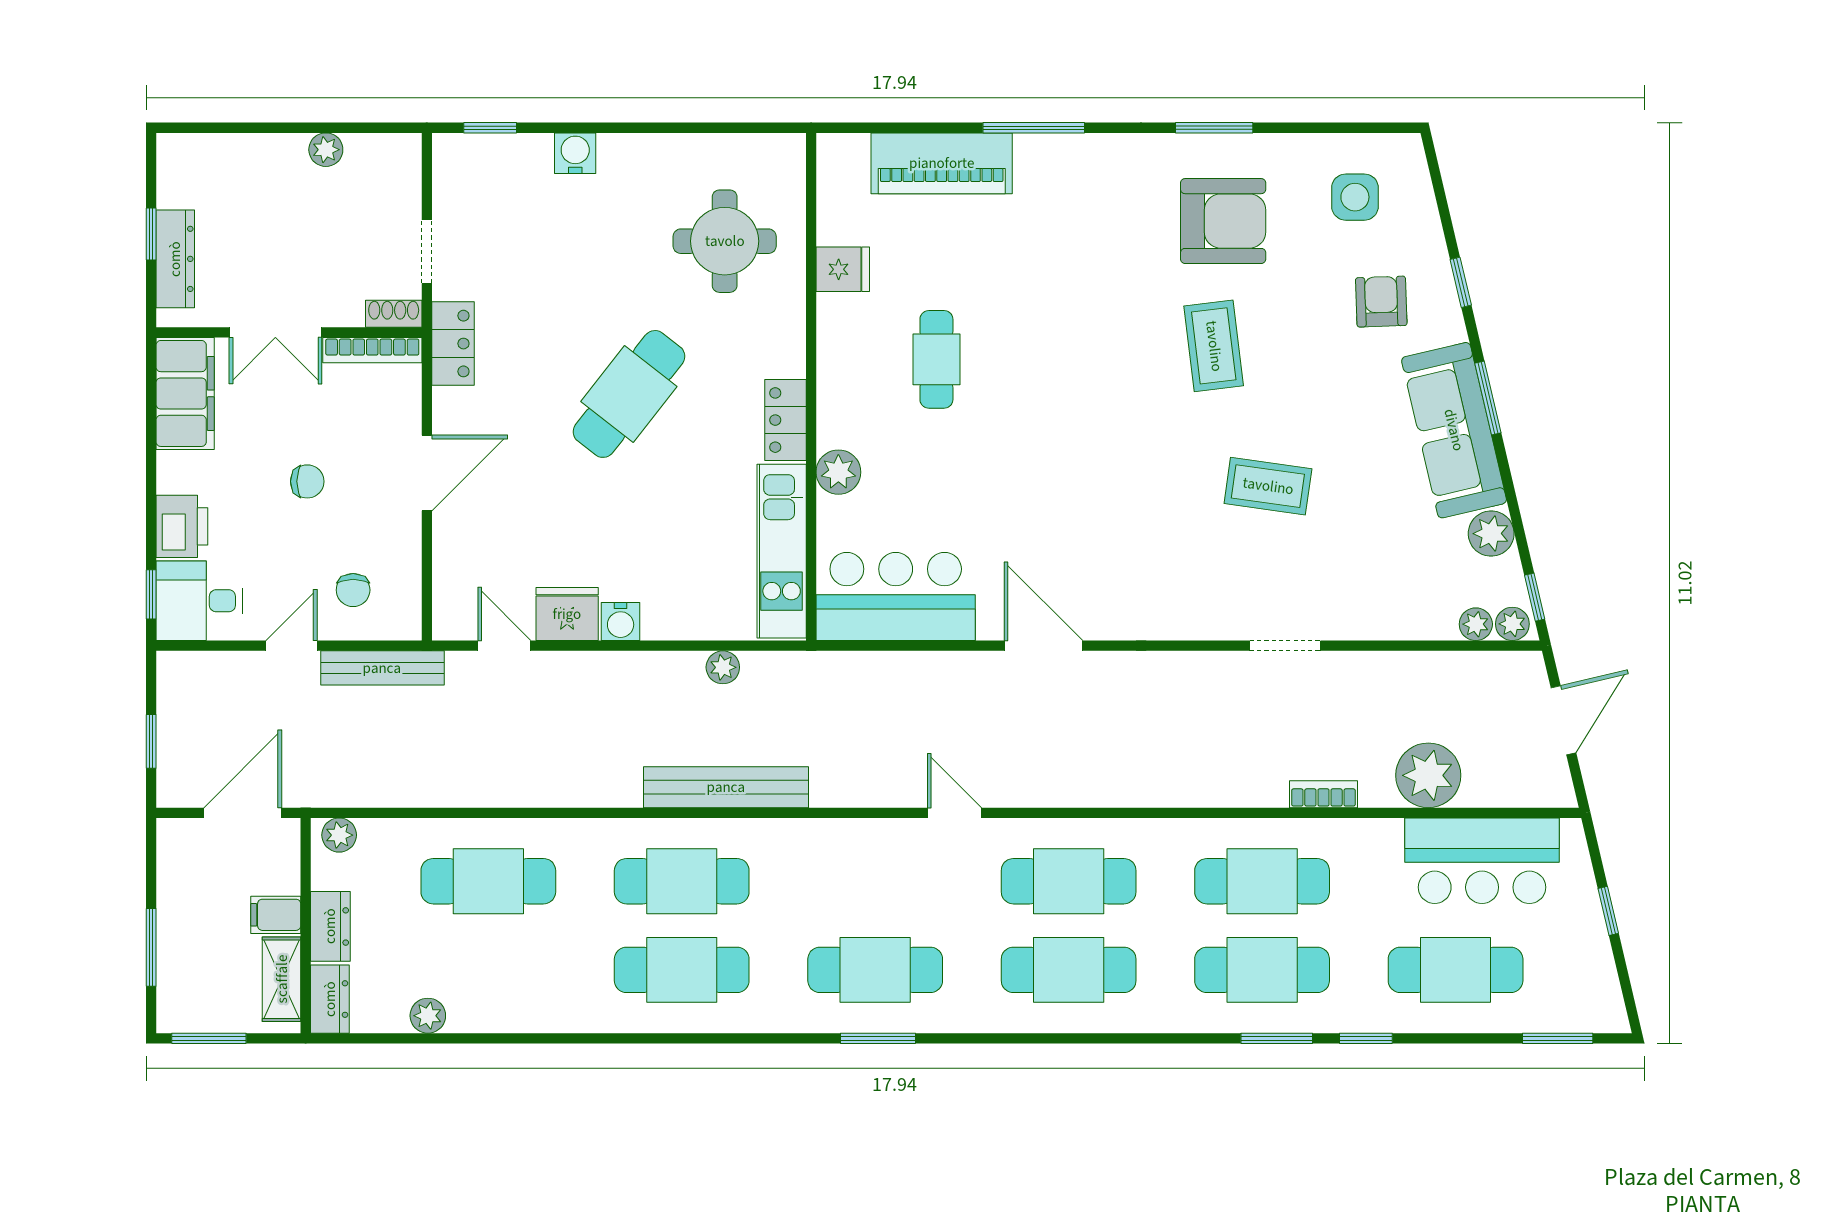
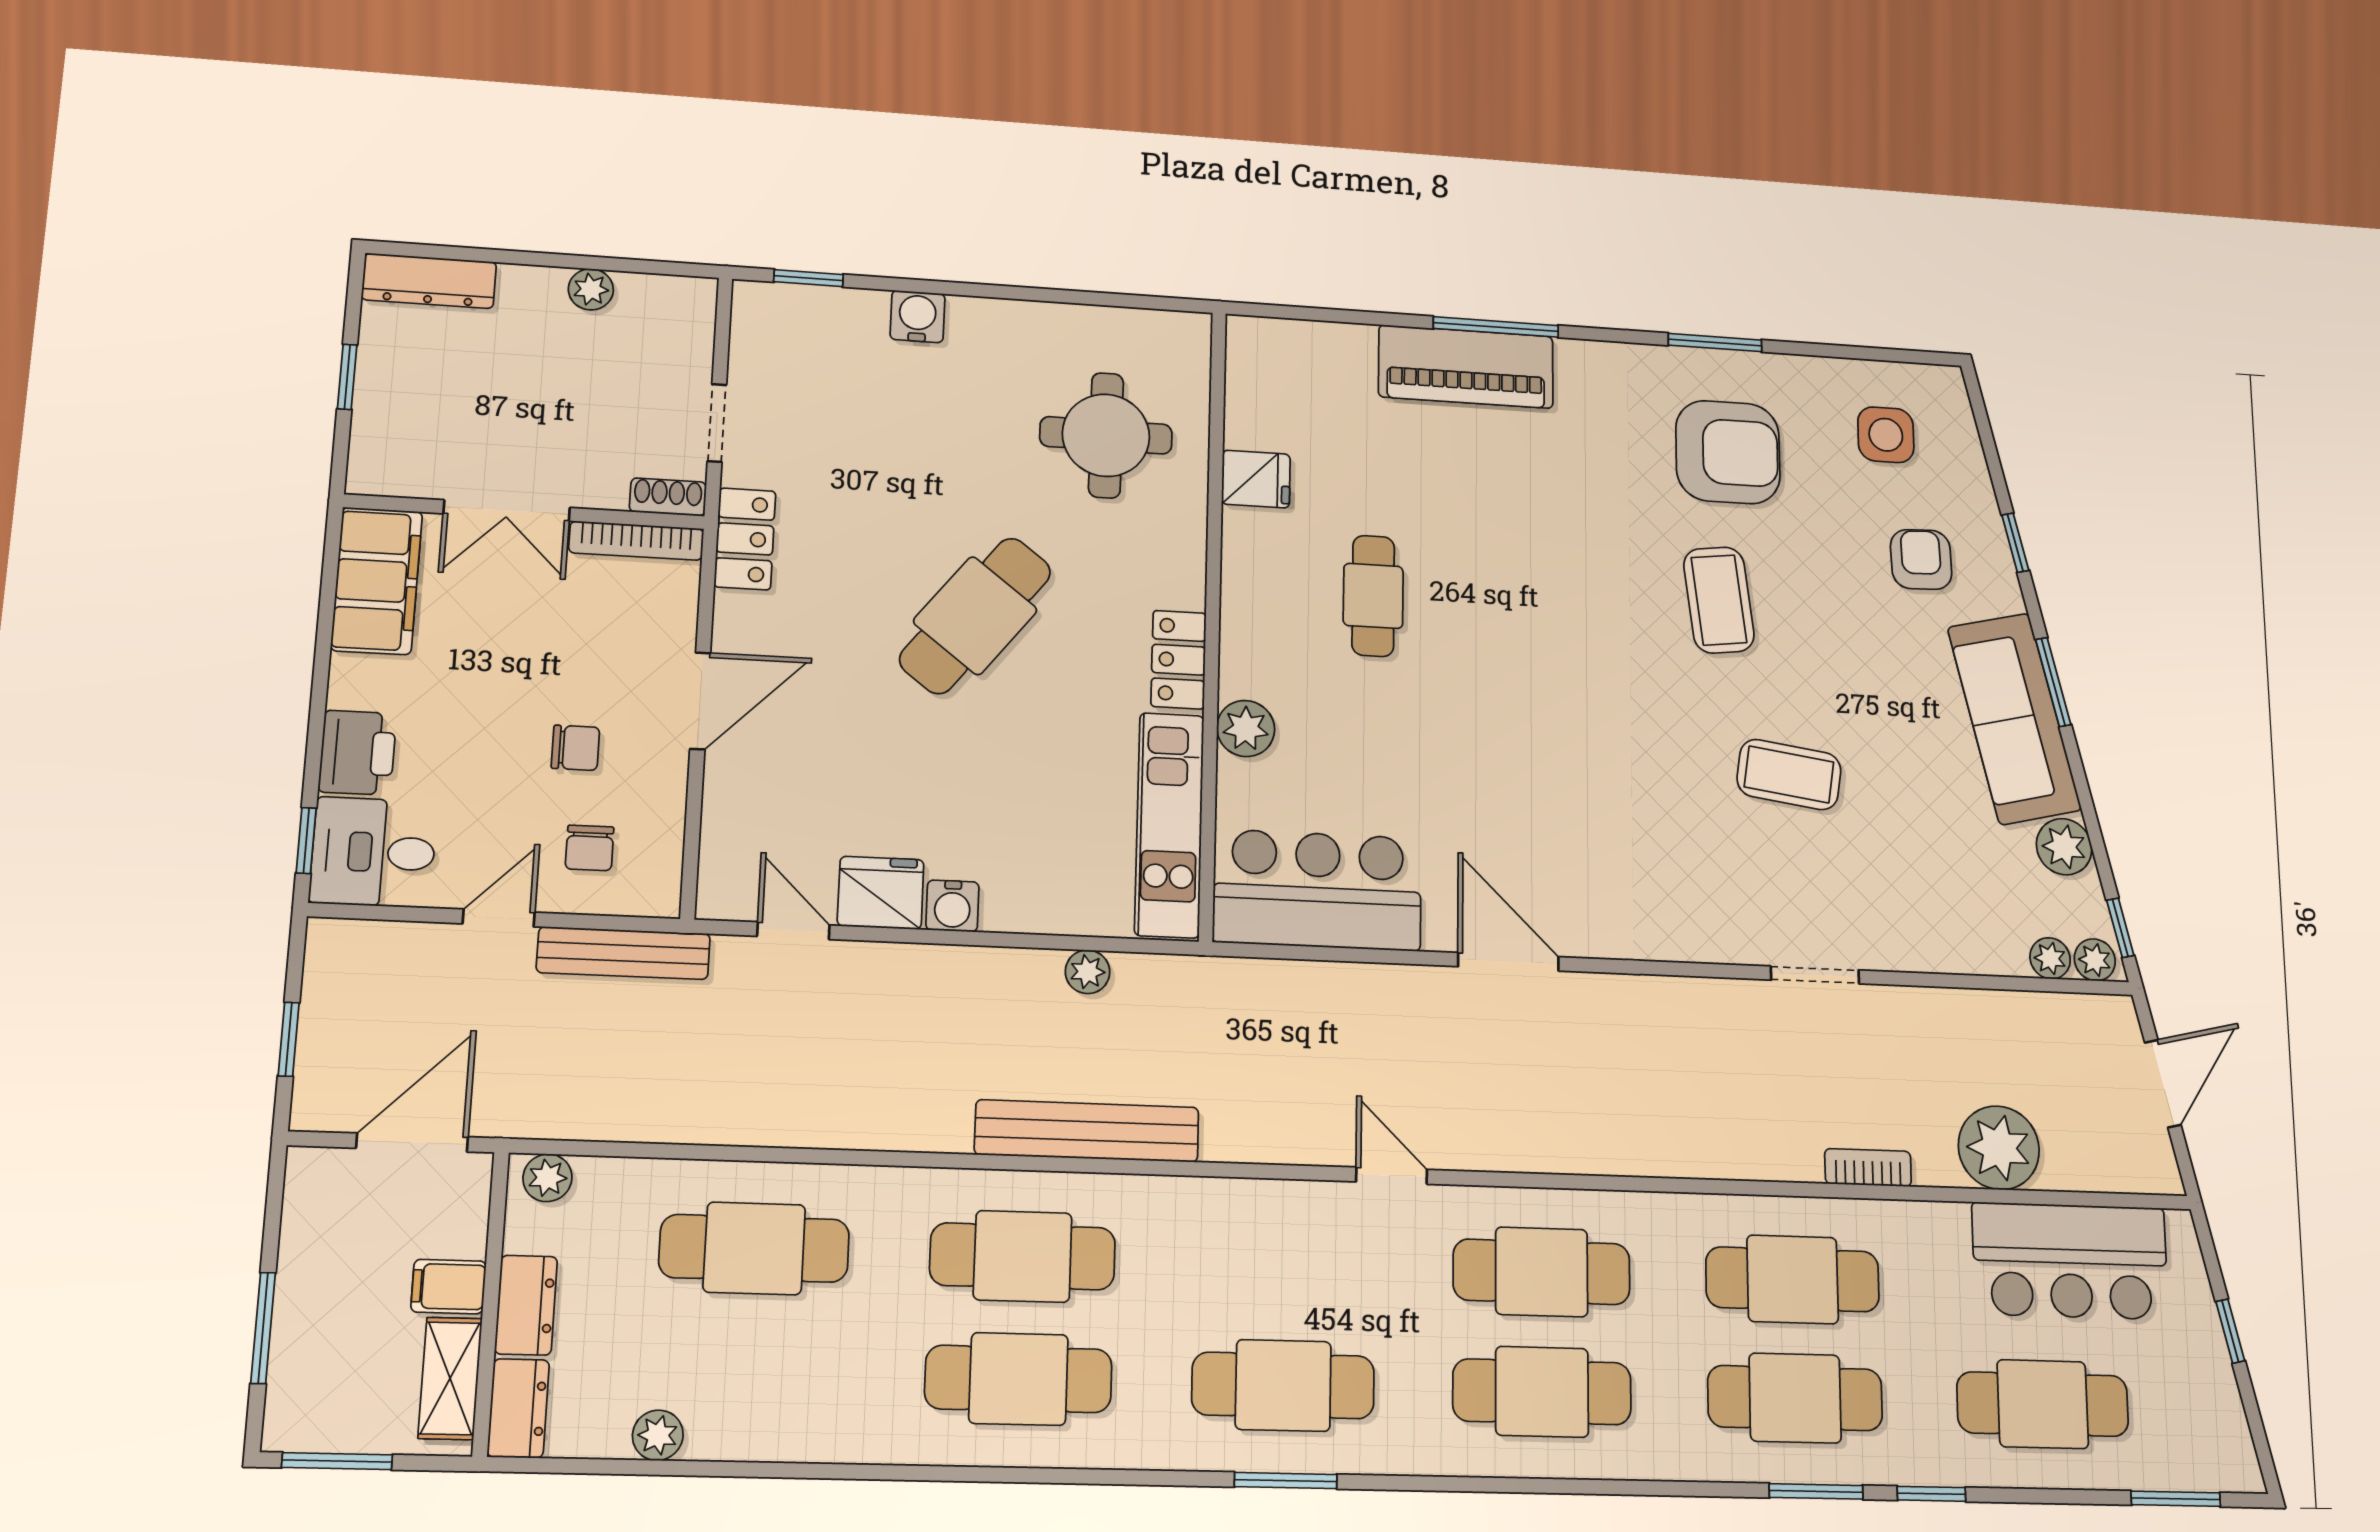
piano: (942, 163) -> (1466, 367), moved
dresser: (175, 259) -> (429, 281), moved, turned 90
chair: (307, 481) -> (575, 748), moved

